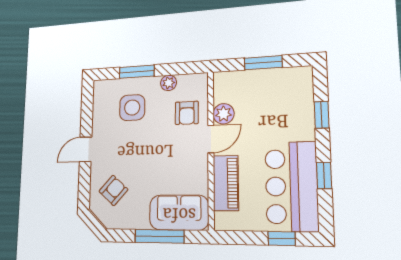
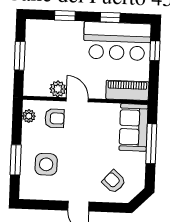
plant: (169, 83) -> (29, 116), moved
piano: (226, 183) -> (127, 90), moved

